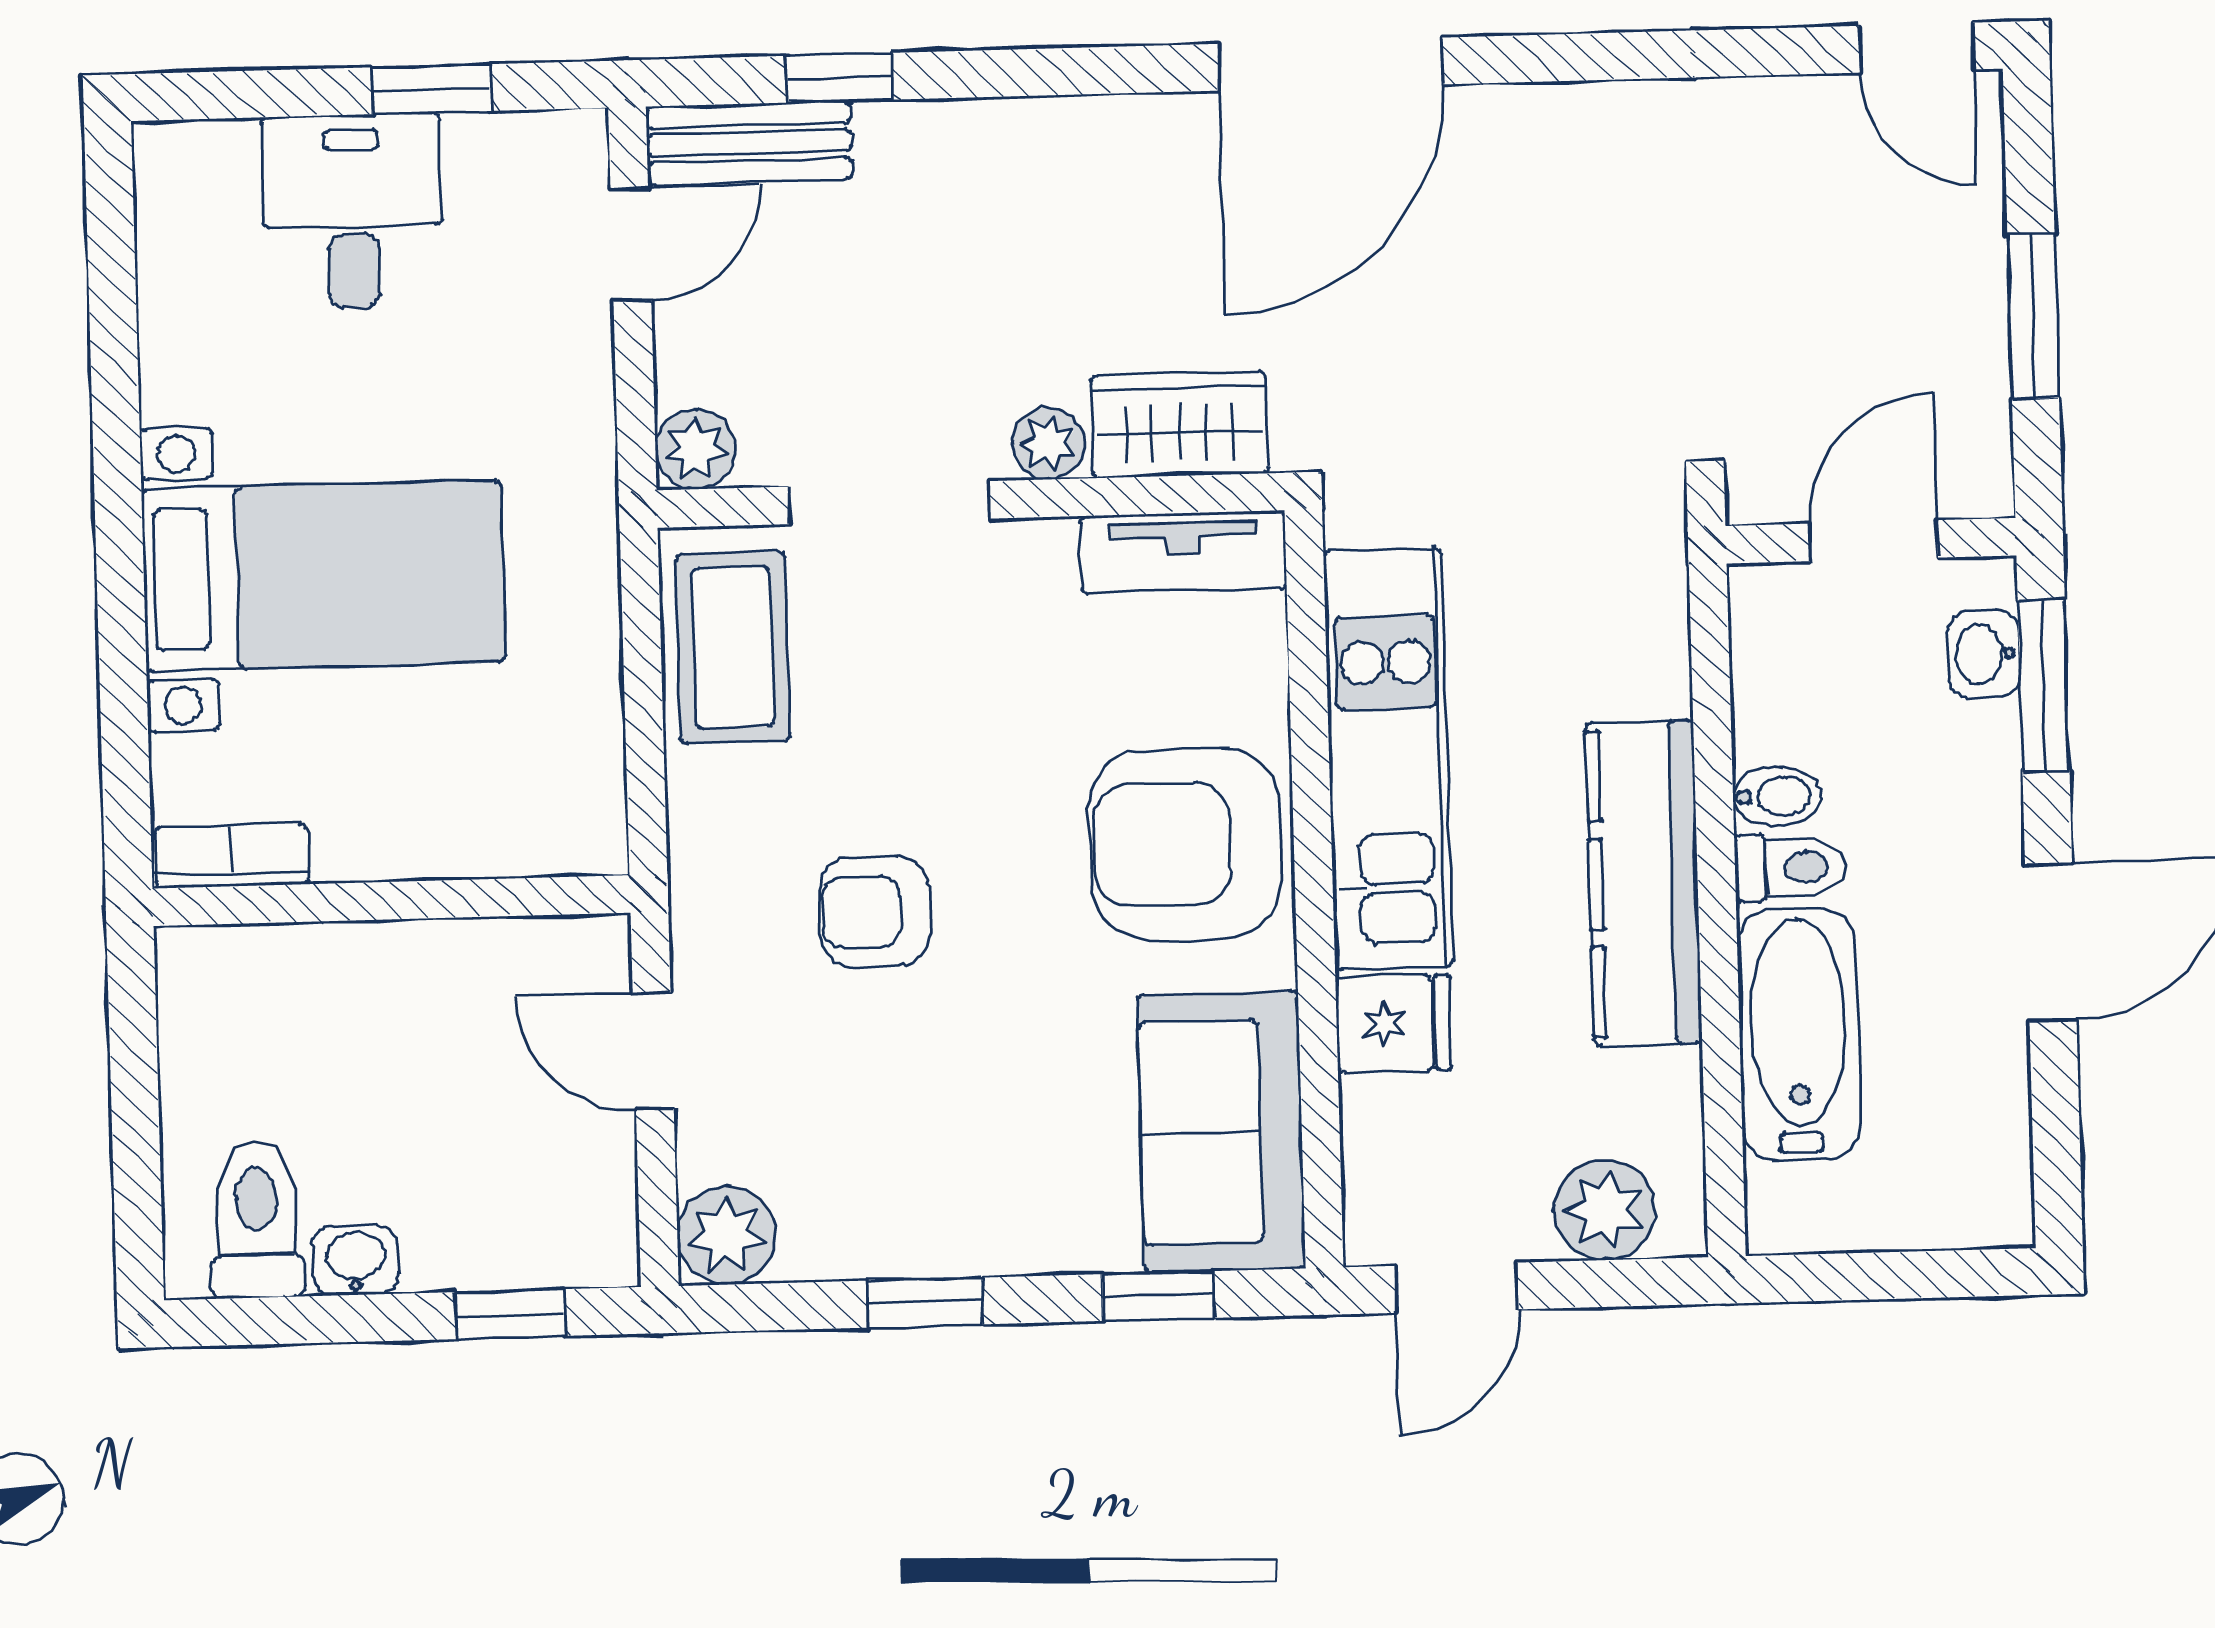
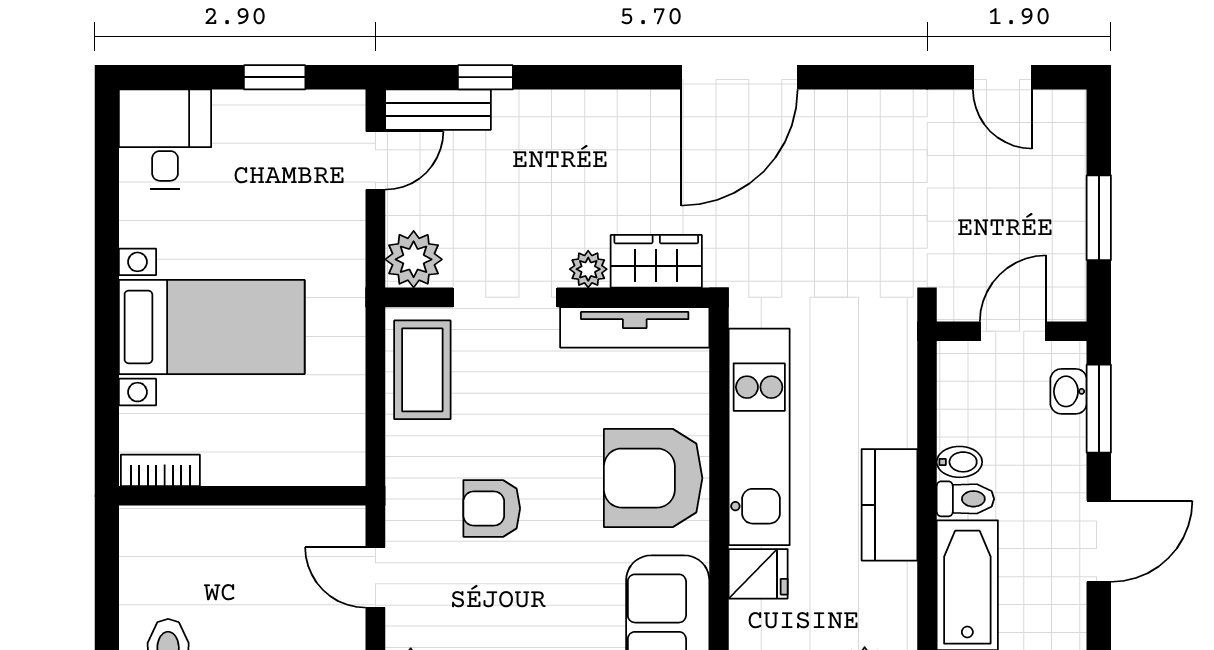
door: (1916, 48) -> (1003, 77), moved
desk: (353, 211) -> (165, 139), moved
plant: (695, 449) -> (414, 259), width x1.38, depth x1.38
tv unit: (1183, 552) -> (635, 327), width x1.41
kitchen counter: (1644, 883) -> (889, 505), width x0.67

